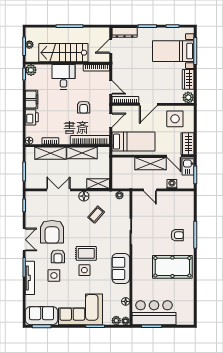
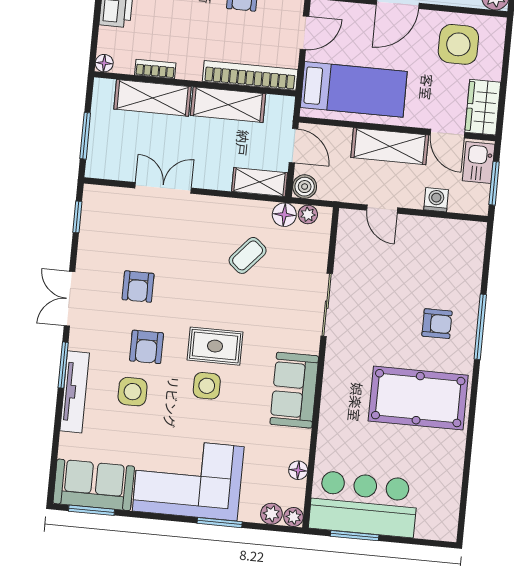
door: (111, 167) -> (294, 146), added
boiler: (117, 184) -> (305, 187), added
floor lamp: (84, 196) -> (284, 215), moved
armchair: (52, 232) -> (138, 287), width x0.53, depth x0.53
double door: (24, 240) -> (70, 299), swing flipped

